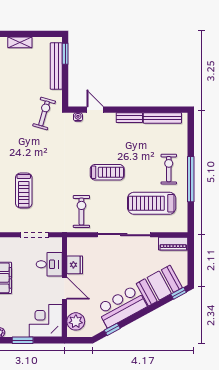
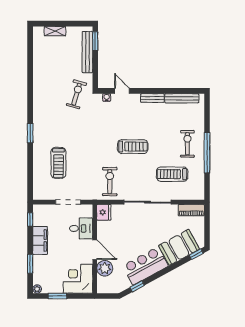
treadmill: (152, 203) -> (172, 174), width x0.73, depth x0.73
fridge: (75, 265) -> (104, 212), moved
plant: (76, 321) -> (105, 268), moved

